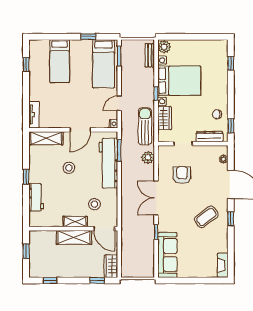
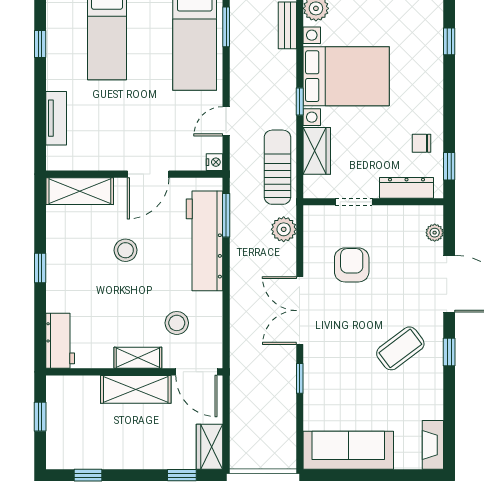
tv unit: (34, 115) -> (56, 118), moved
workbench: (36, 197) -> (60, 341), moved
sofa: (167, 255) -> (348, 450), moved, turned -90

